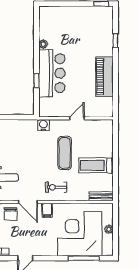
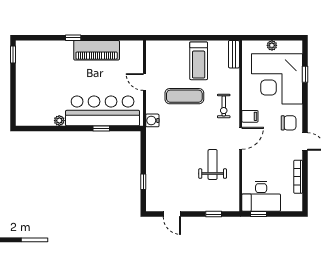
window: (116, 41) -> (73, 38), moved
bar counter: (52, 73) -> (103, 111), width x1.36
chair: (11, 214) -> (289, 123), moved
window: (84, 258) -> (305, 74), width x0.46

